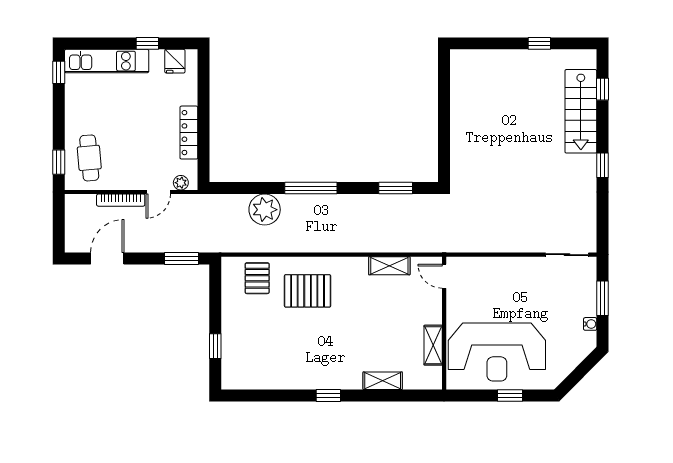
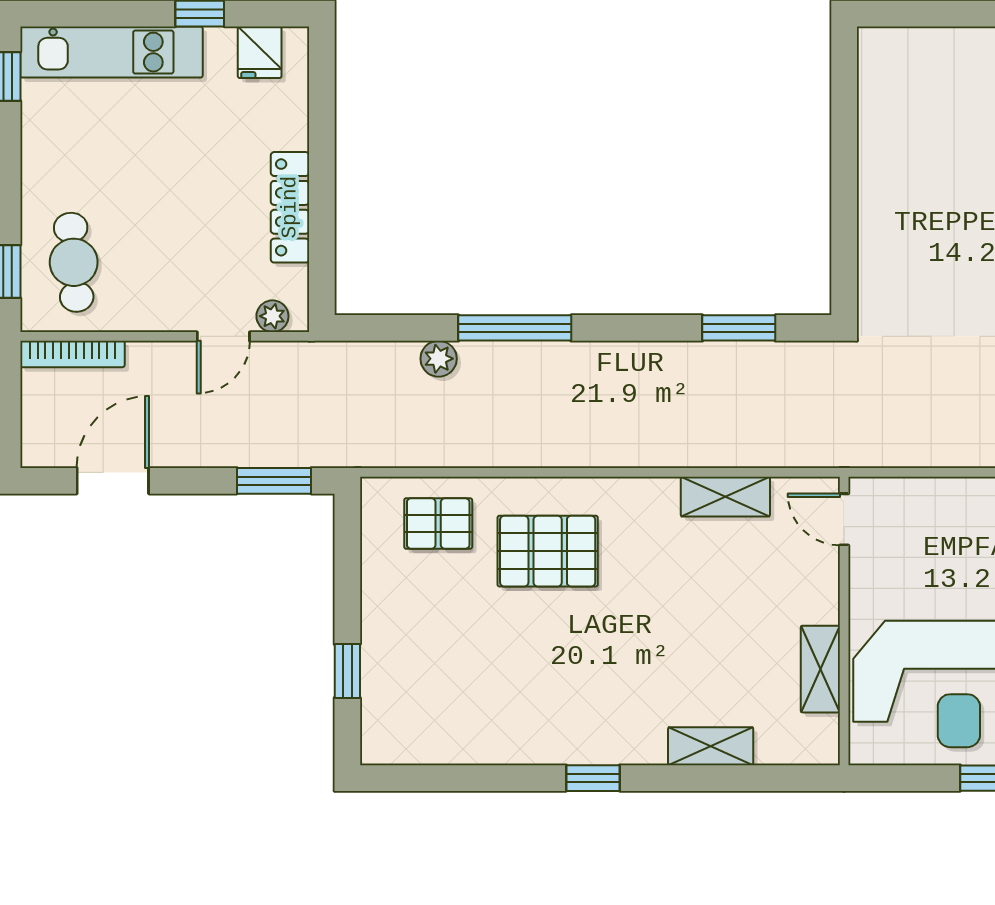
window: (311, 188) -> (515, 328), moved
bookcase: (121, 200) -> (72, 354), moved
plant: (265, 210) -> (439, 359), width x0.53, depth x0.53
pallet: (257, 278) -> (438, 523), turned 90

